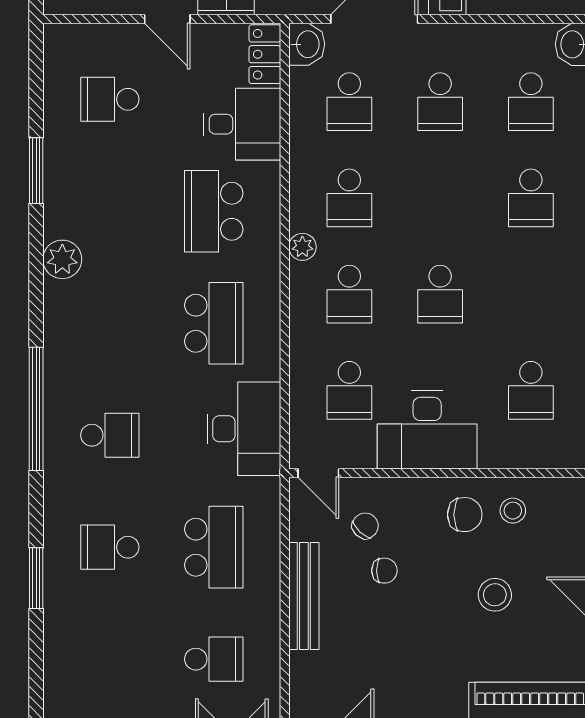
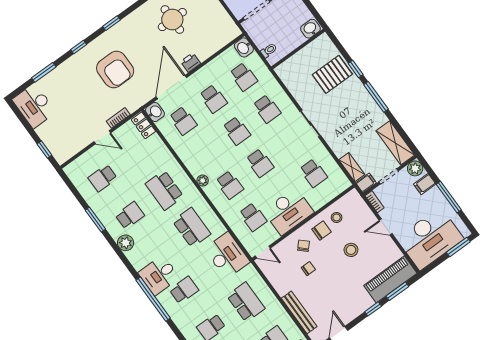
desk: (242, 124) -> (159, 275), moved, turned 180
school desk: (349, 198) -> (237, 131), moved
school desk: (110, 211) -> (130, 215), added
chair: (365, 526) -> (304, 246), moved
bench: (304, 596) -> (299, 312), moved

